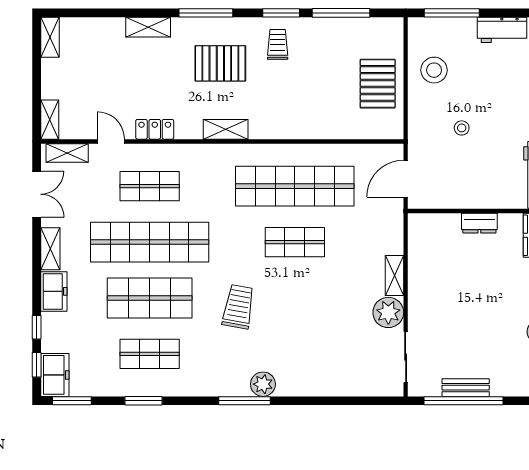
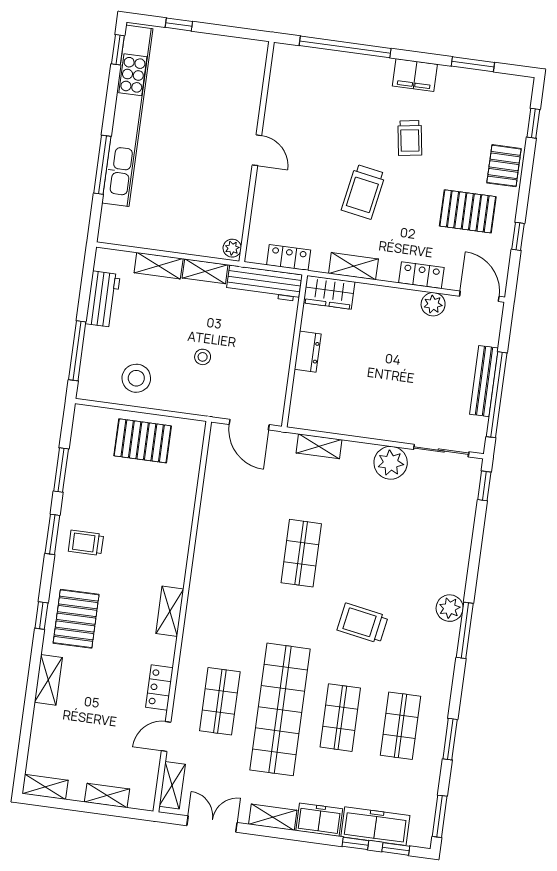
window: (206, 13) -> (41, 616), width x0.46
window: (341, 13) -> (61, 470), width x0.69
pallet: (220, 63) -> (76, 619), moved
shelving: (50, 120) -> (107, 796), moved
shop shelf: (295, 186) -> (241, 545), removed
shelving: (394, 275) -> (319, 446), moved
shop shelf: (150, 298) -> (340, 718), width x0.70, depth x0.74
freezer: (55, 375) -> (375, 826), moved, width x1.40
bench: (466, 388) -> (484, 381), width x1.36
window: (379, 401) -> (484, 486), added

